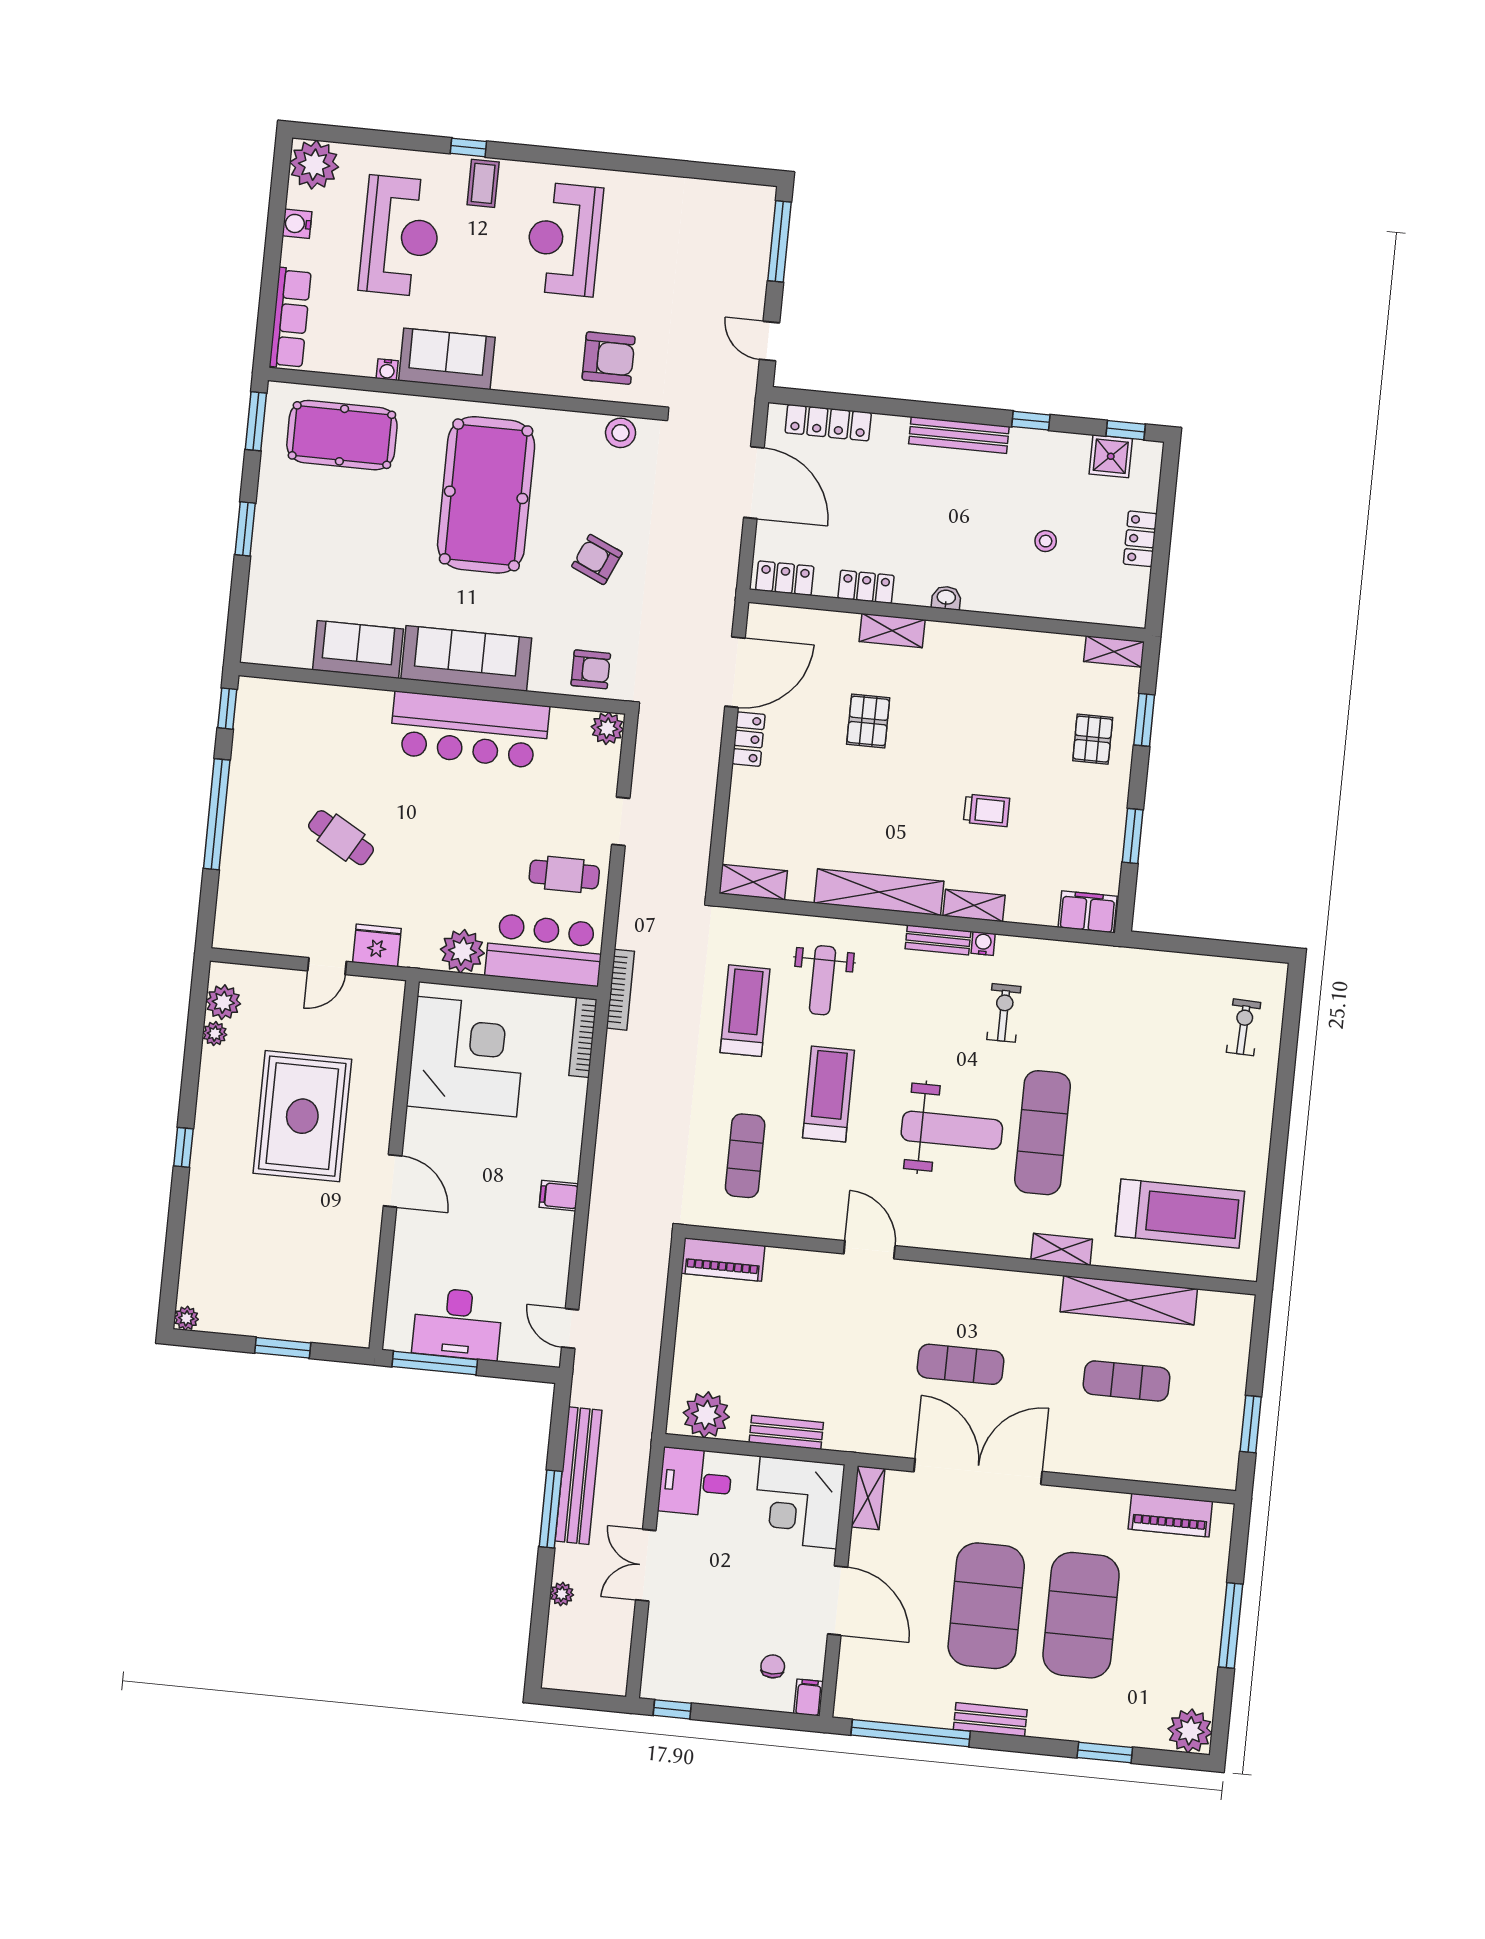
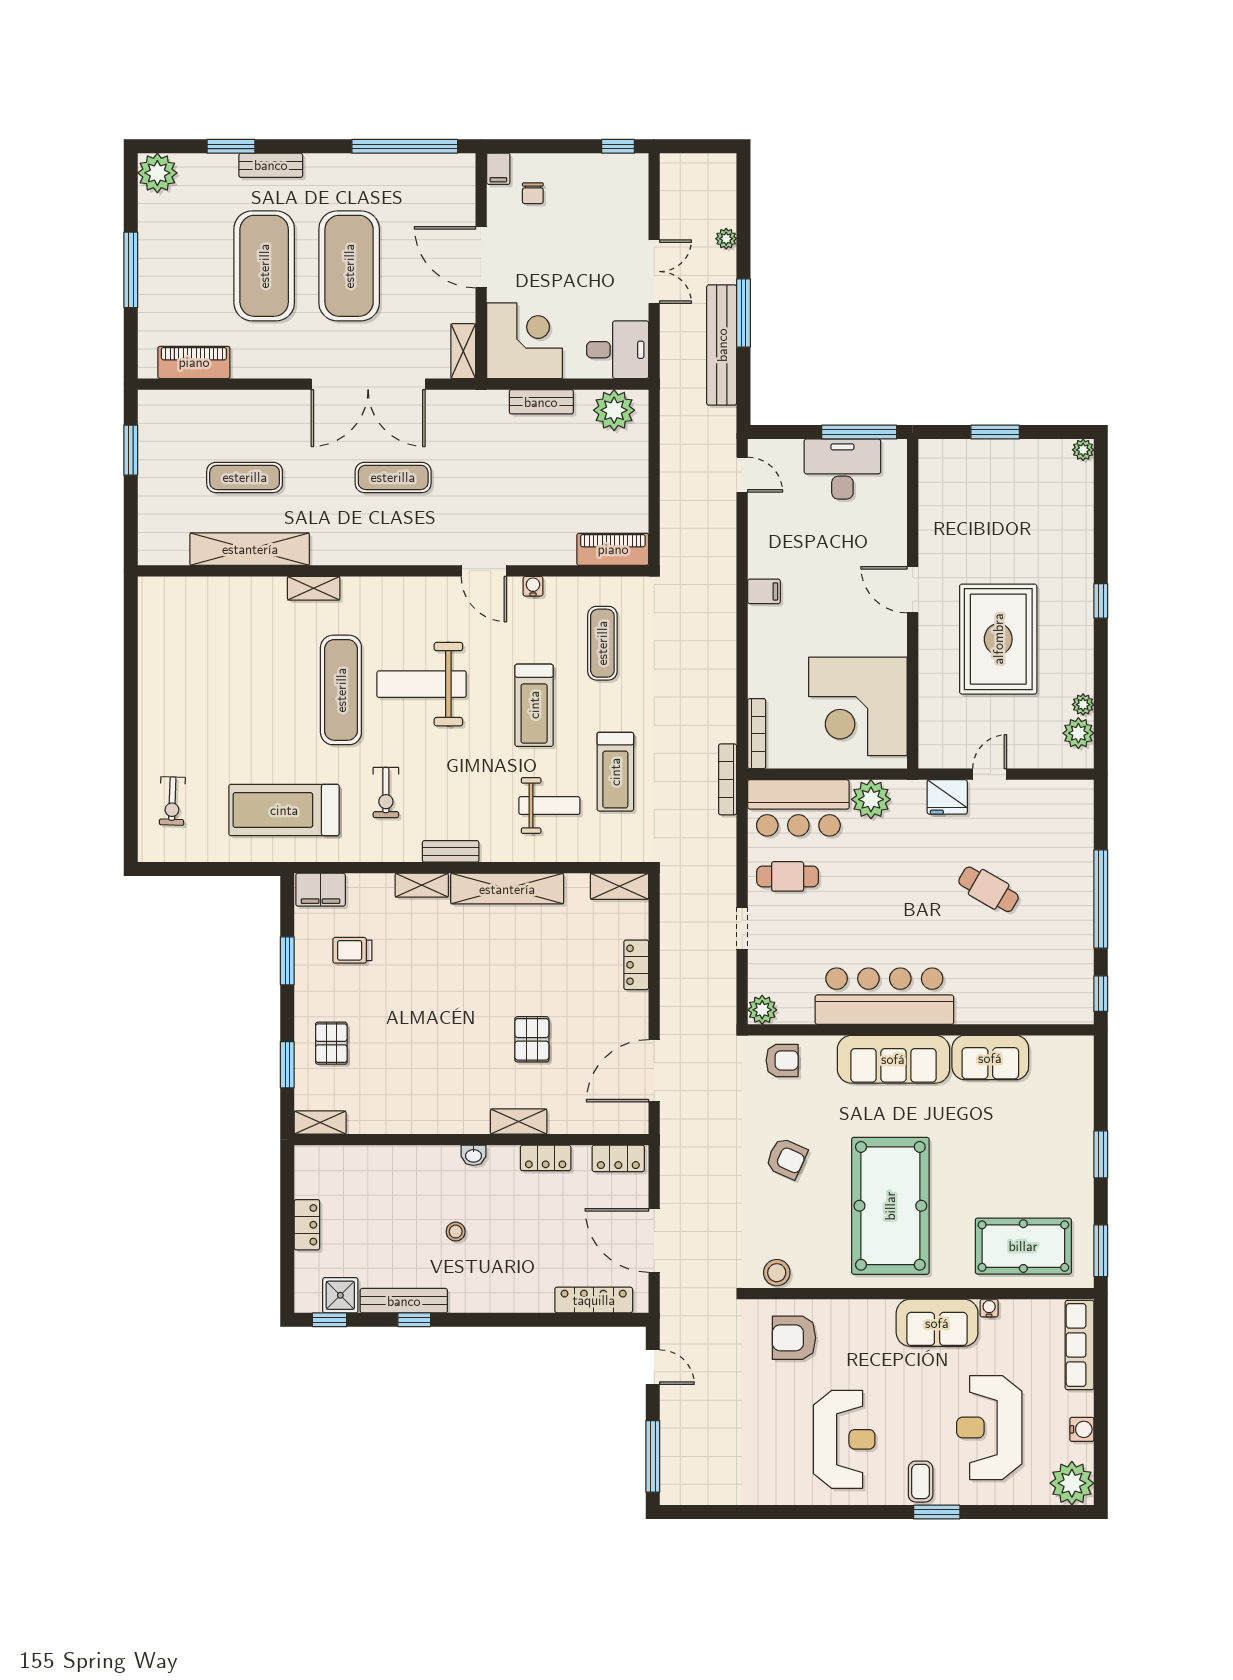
window: (468, 147) -> (937, 1512), width x1.50
bench: (959, 435) -> (404, 1301), moved
stool: (1046, 541) -> (456, 1232), moved
armchair: (591, 669) -> (782, 1060), turned 180
locker: (749, 739) -> (636, 965), moved
trolley: (987, 810) -> (352, 950), moved
water cooler: (983, 943) -> (533, 586), moved, turned 180
weight bench: (822, 980) -> (549, 806), turned 90
treadmill: (1180, 1214) -> (284, 810), moved
bench: (990, 1720) -> (271, 165), moved

